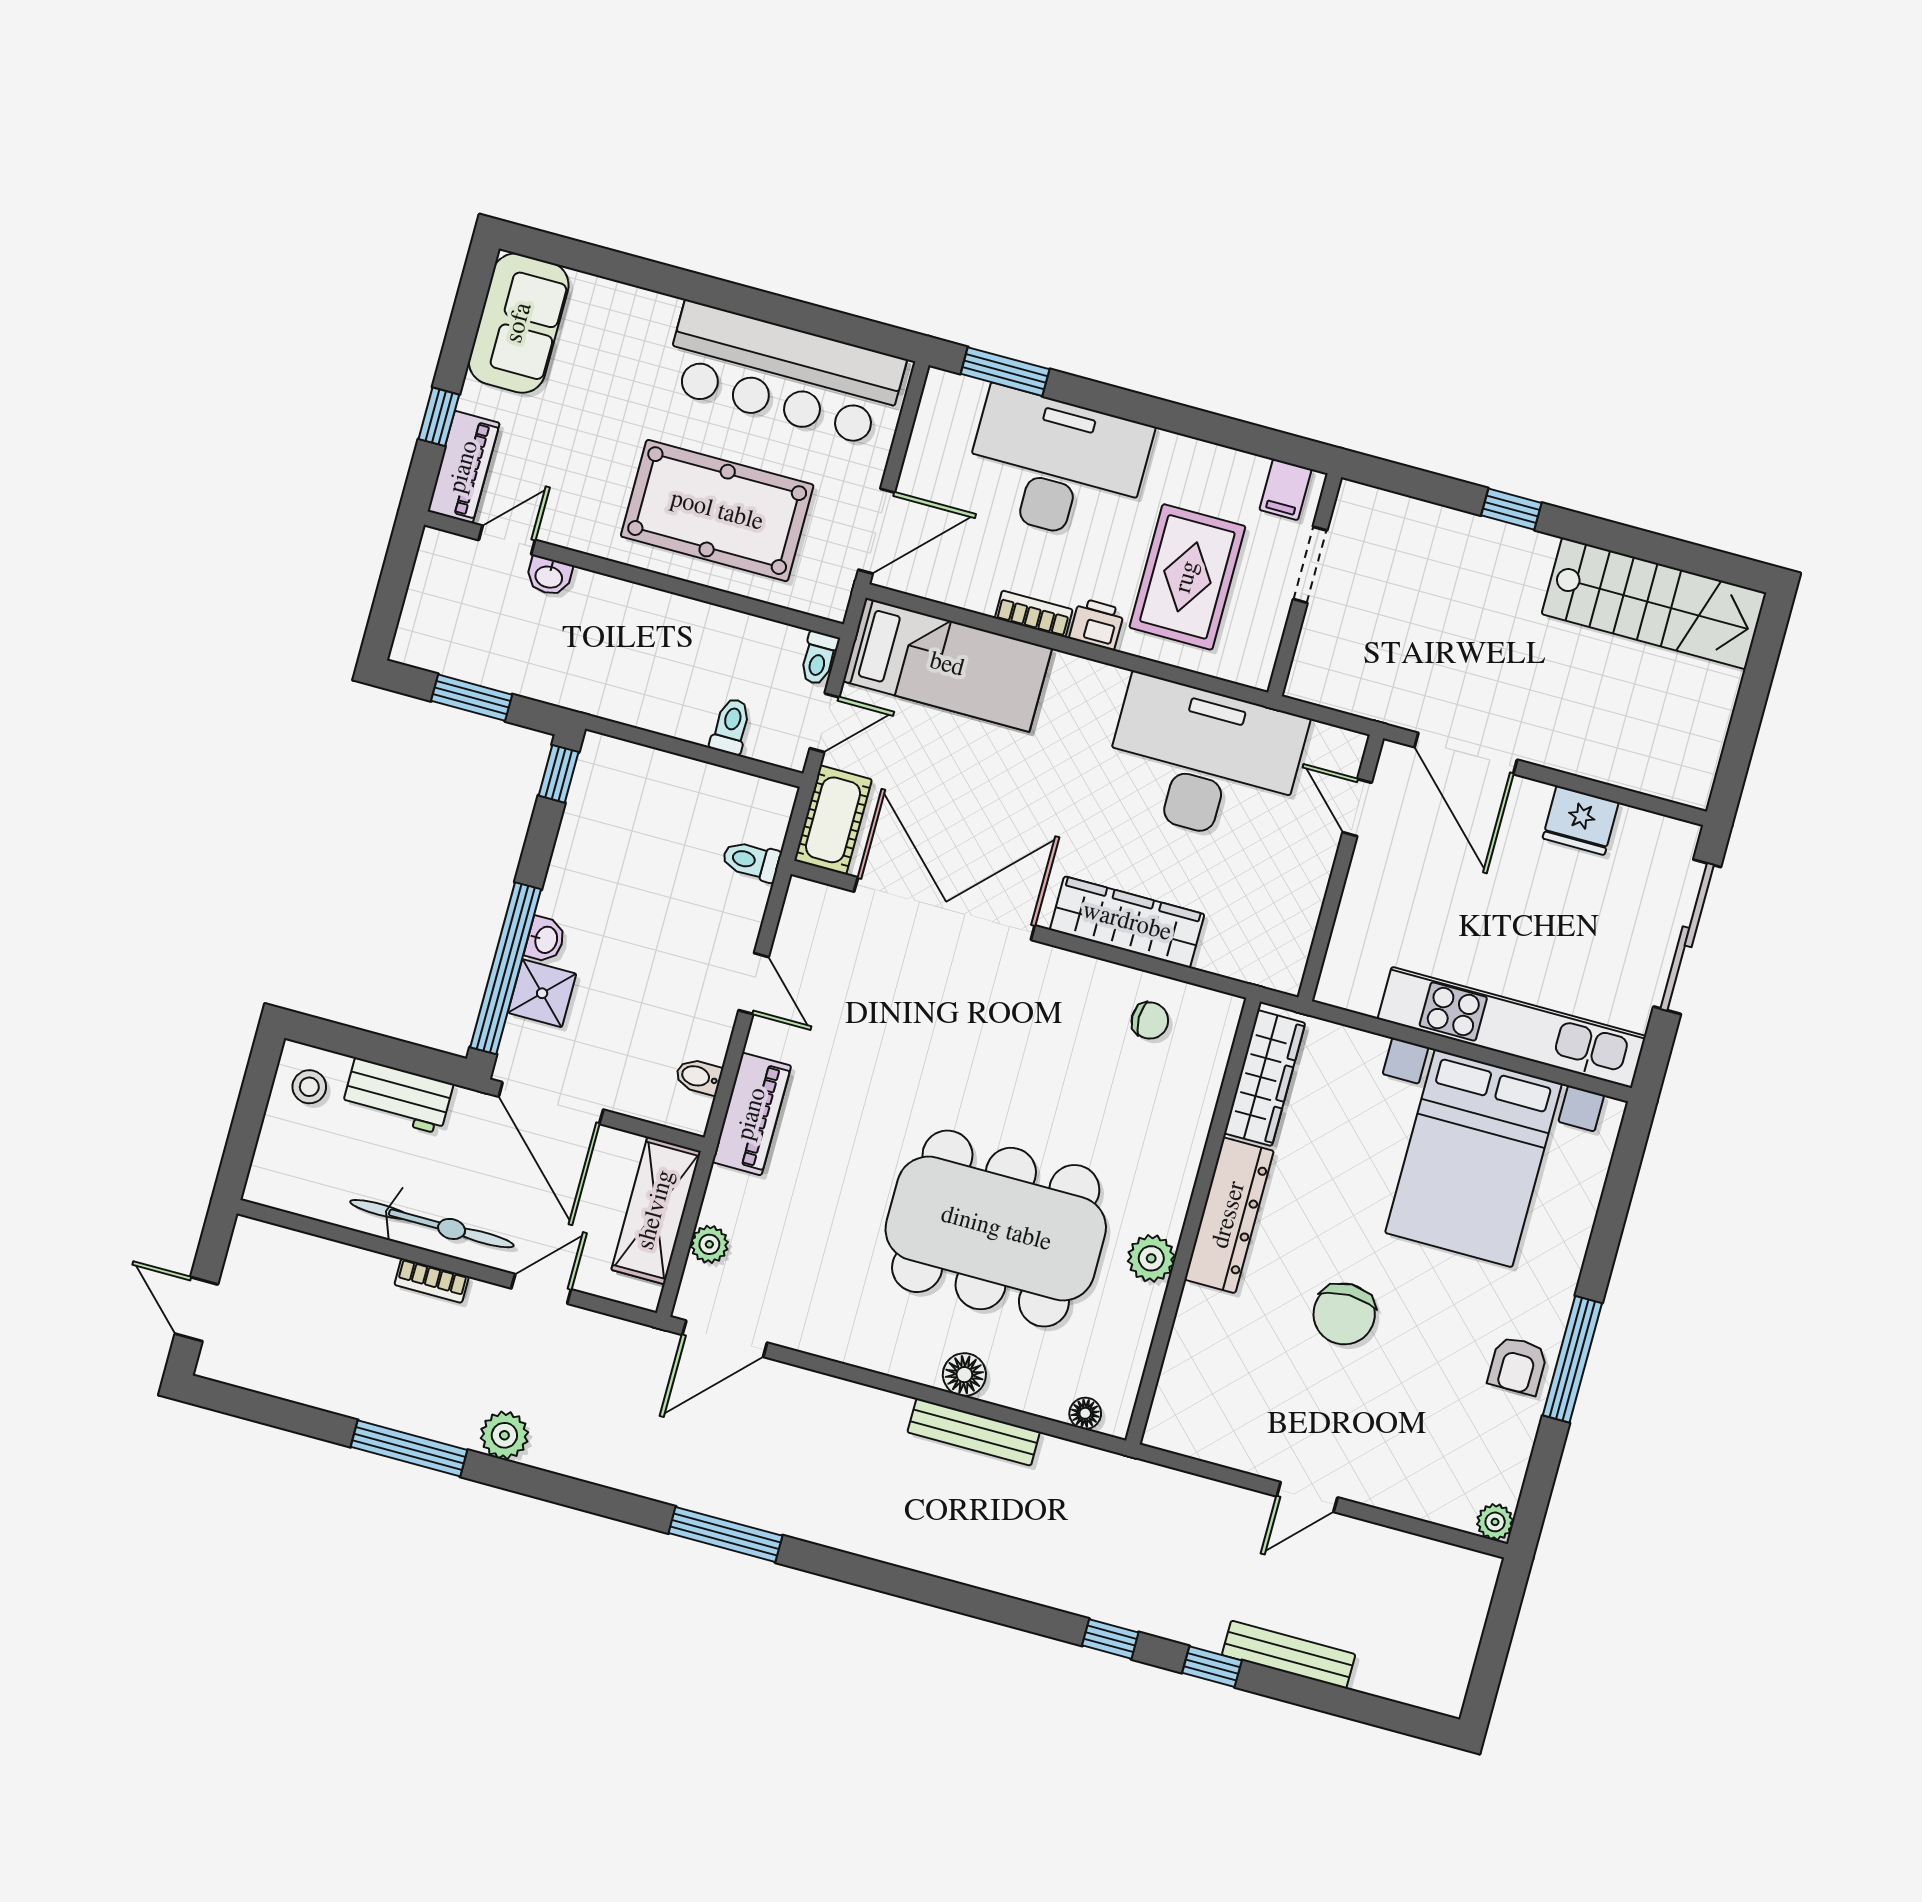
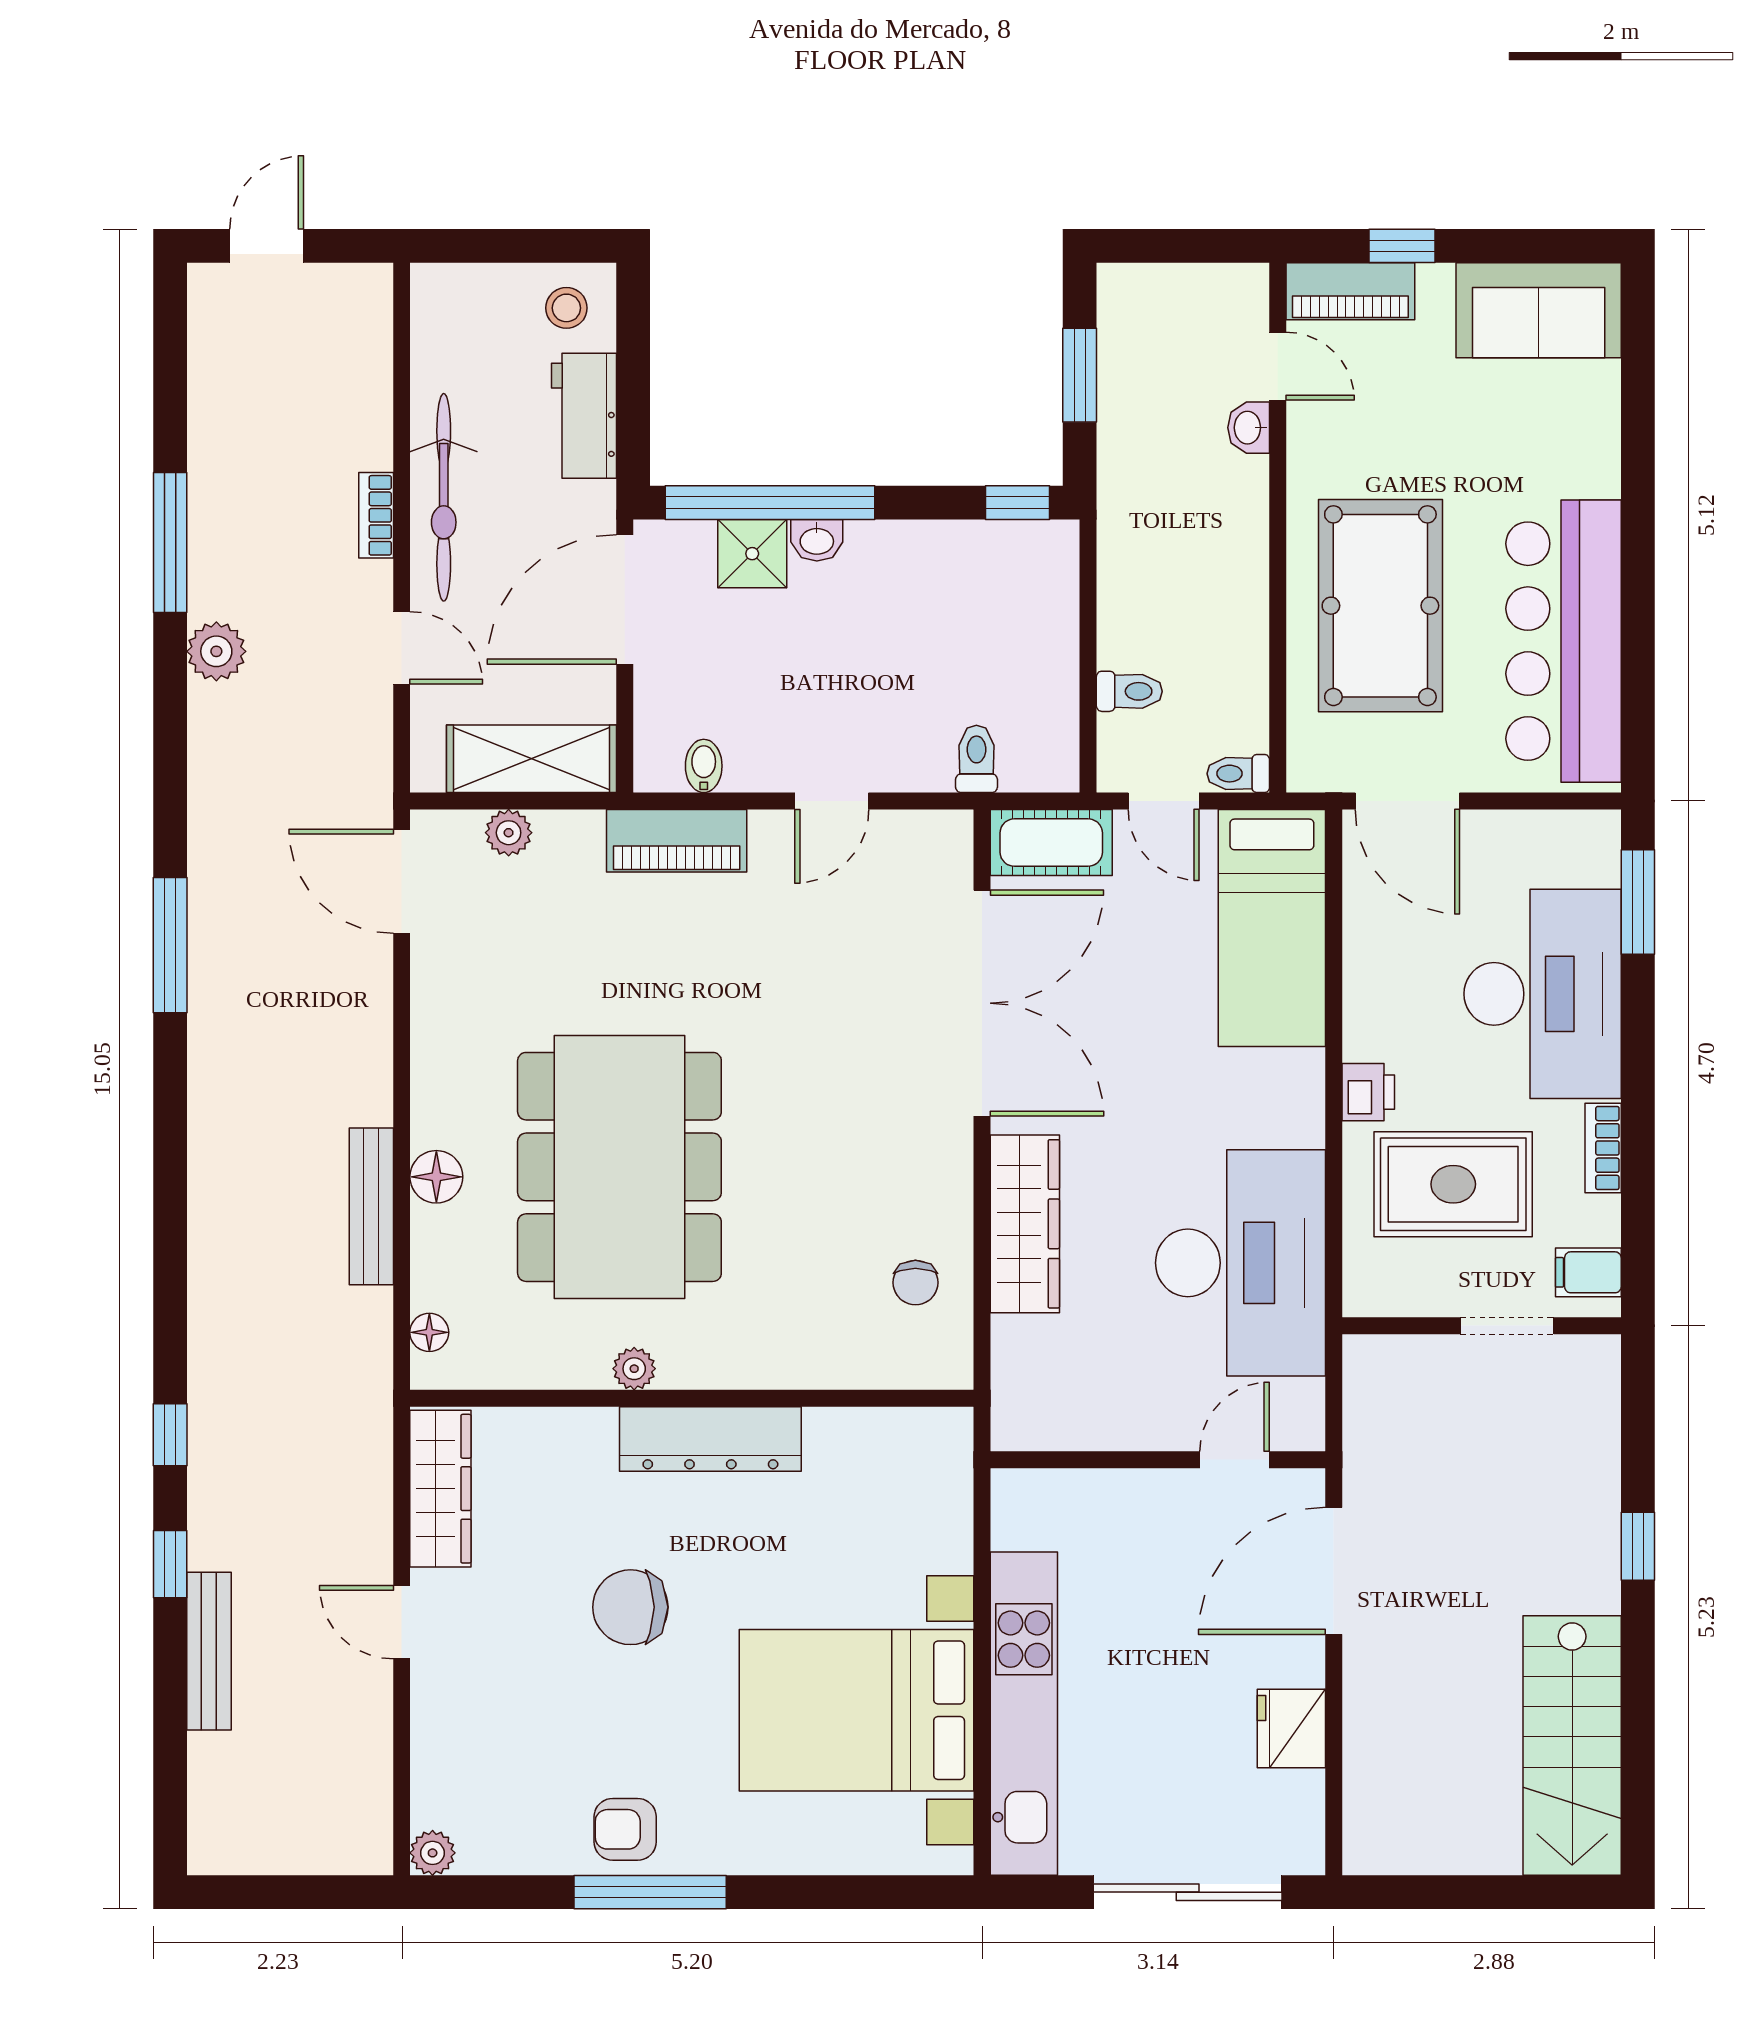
bookcase: (1034, 614) -> (1603, 1148), moved, turned 180
wardrobe: (1265, 1078) -> (440, 1489), moved, turned -90
plant: (1151, 1258) -> (634, 1369), width x0.73, depth x0.73

